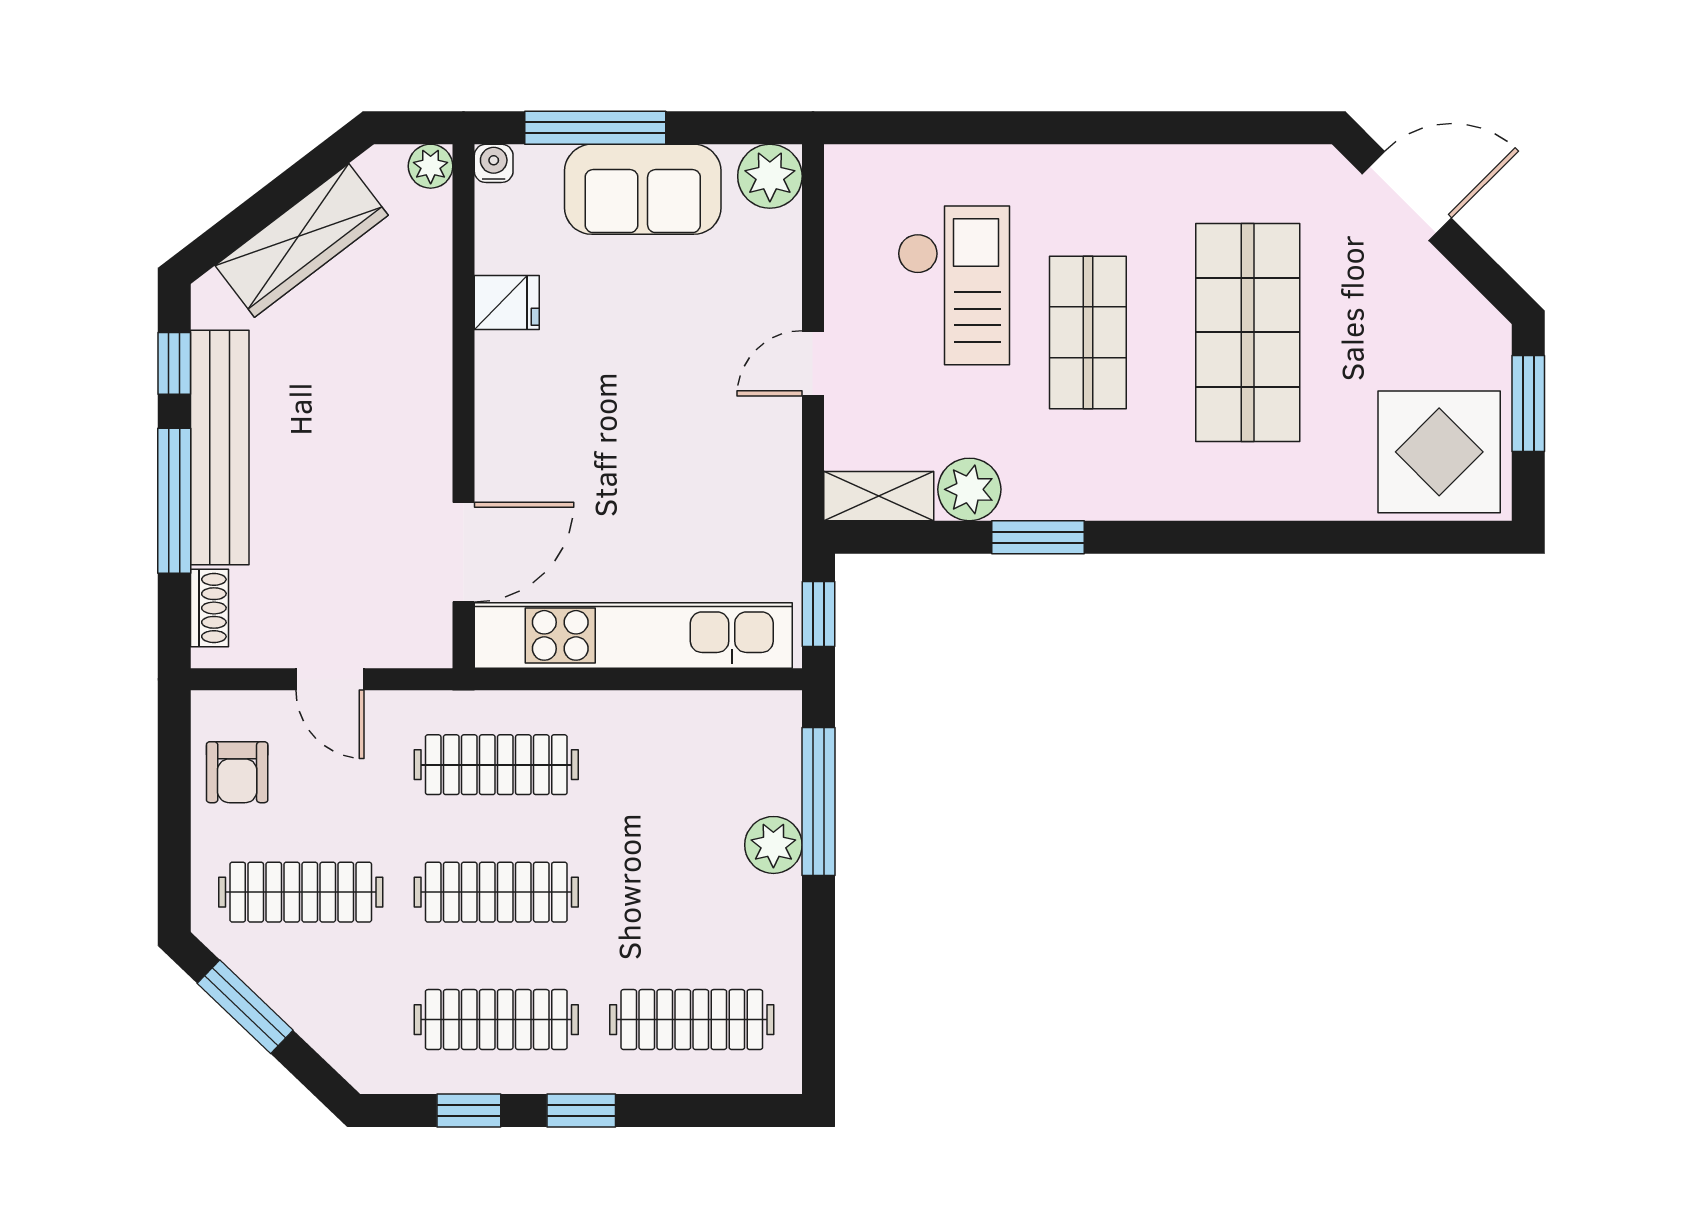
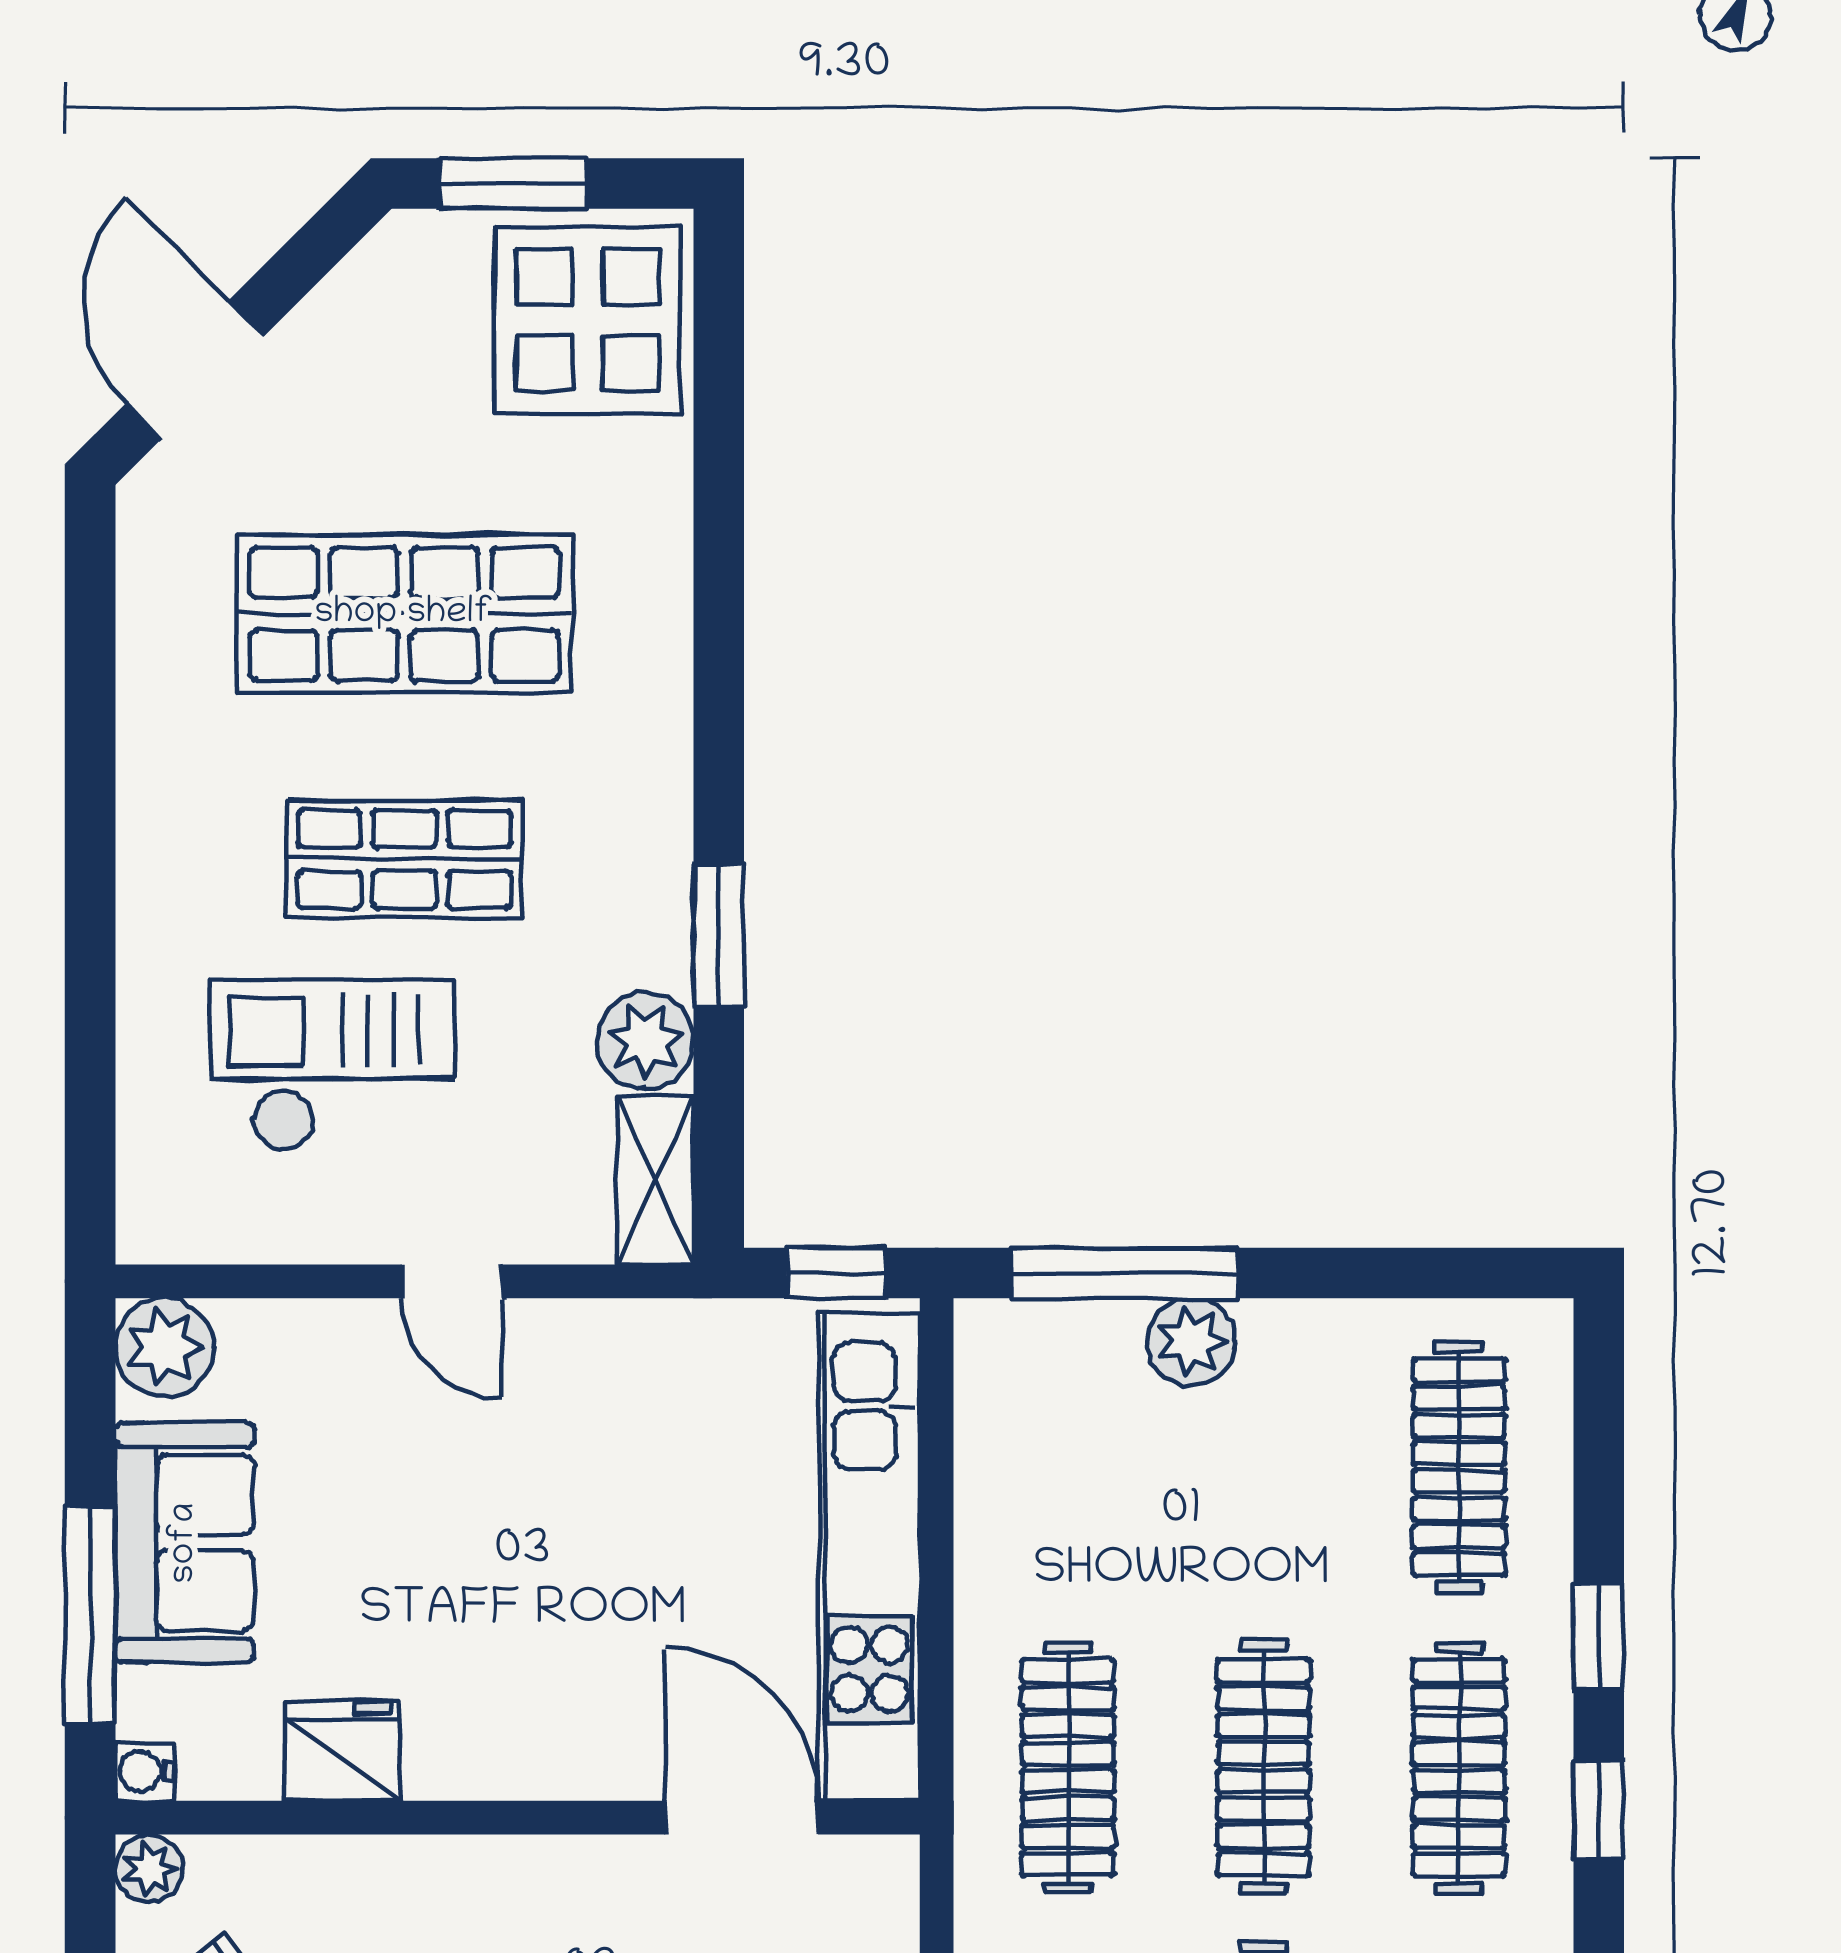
fridge: (507, 303) -> (343, 1751), width x1.38

